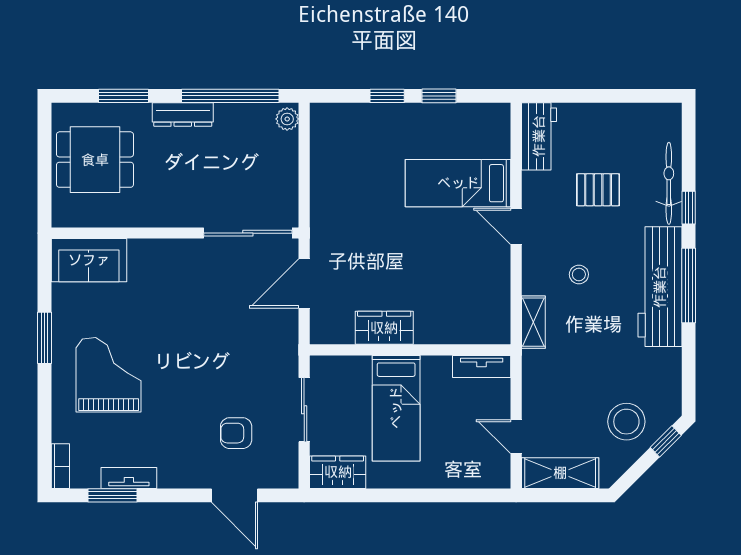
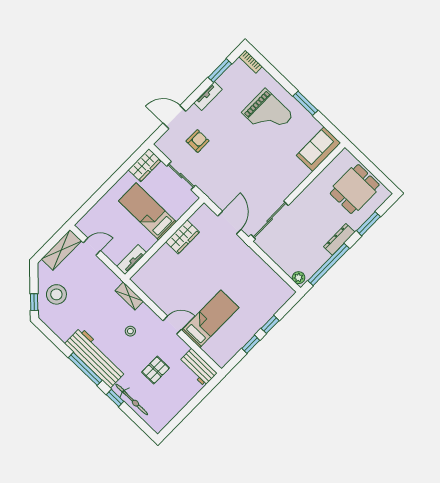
tv unit: (129, 478) -> (208, 96), moved

